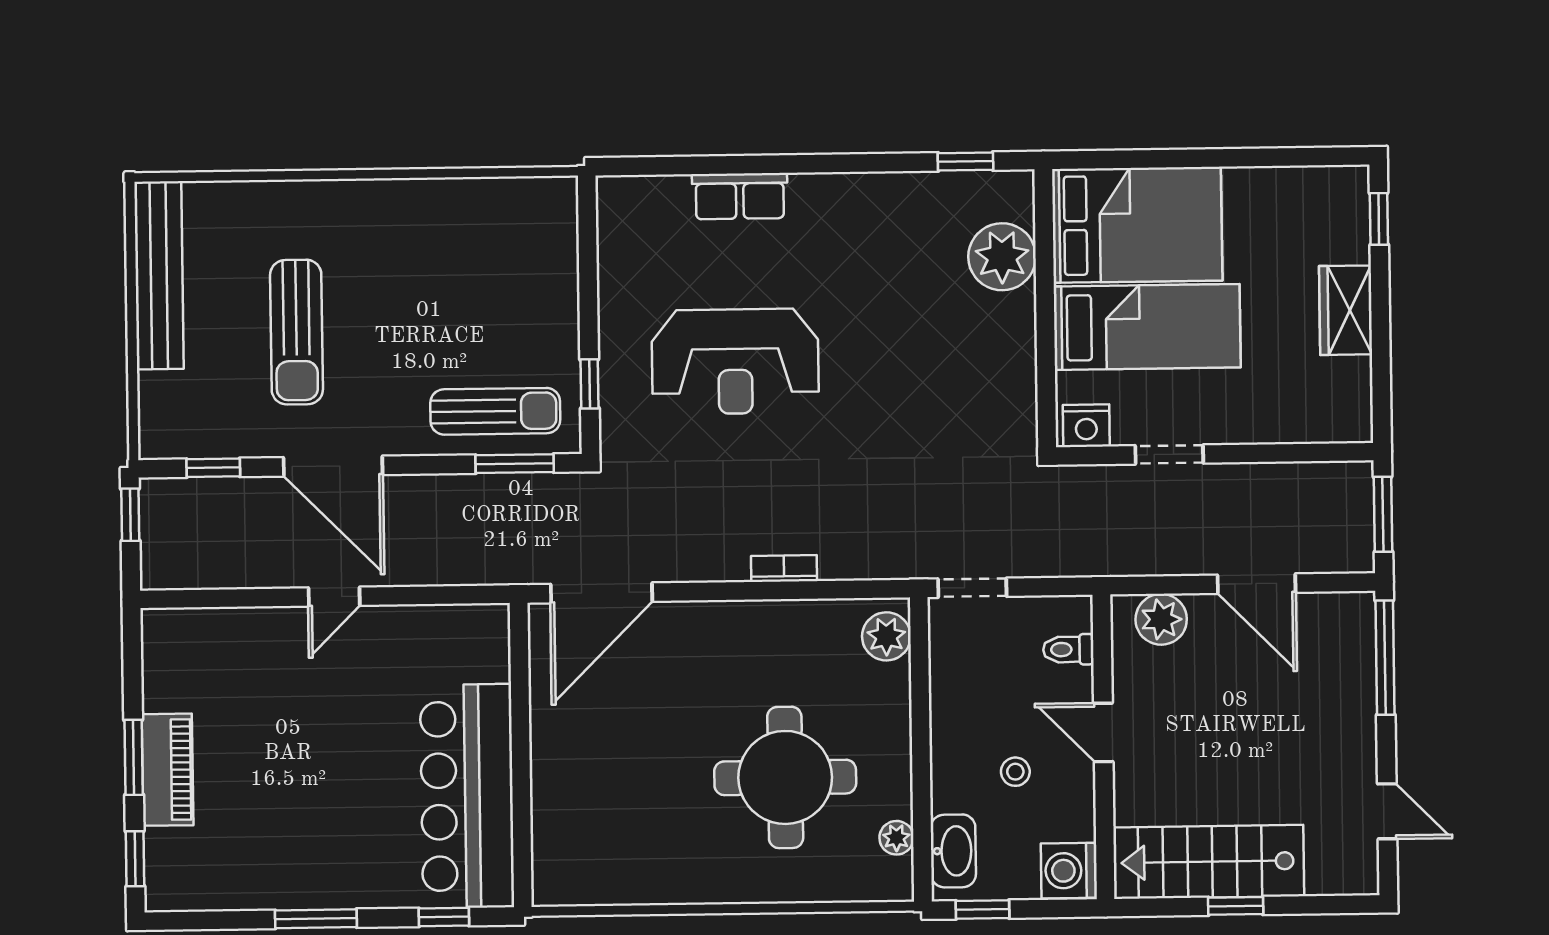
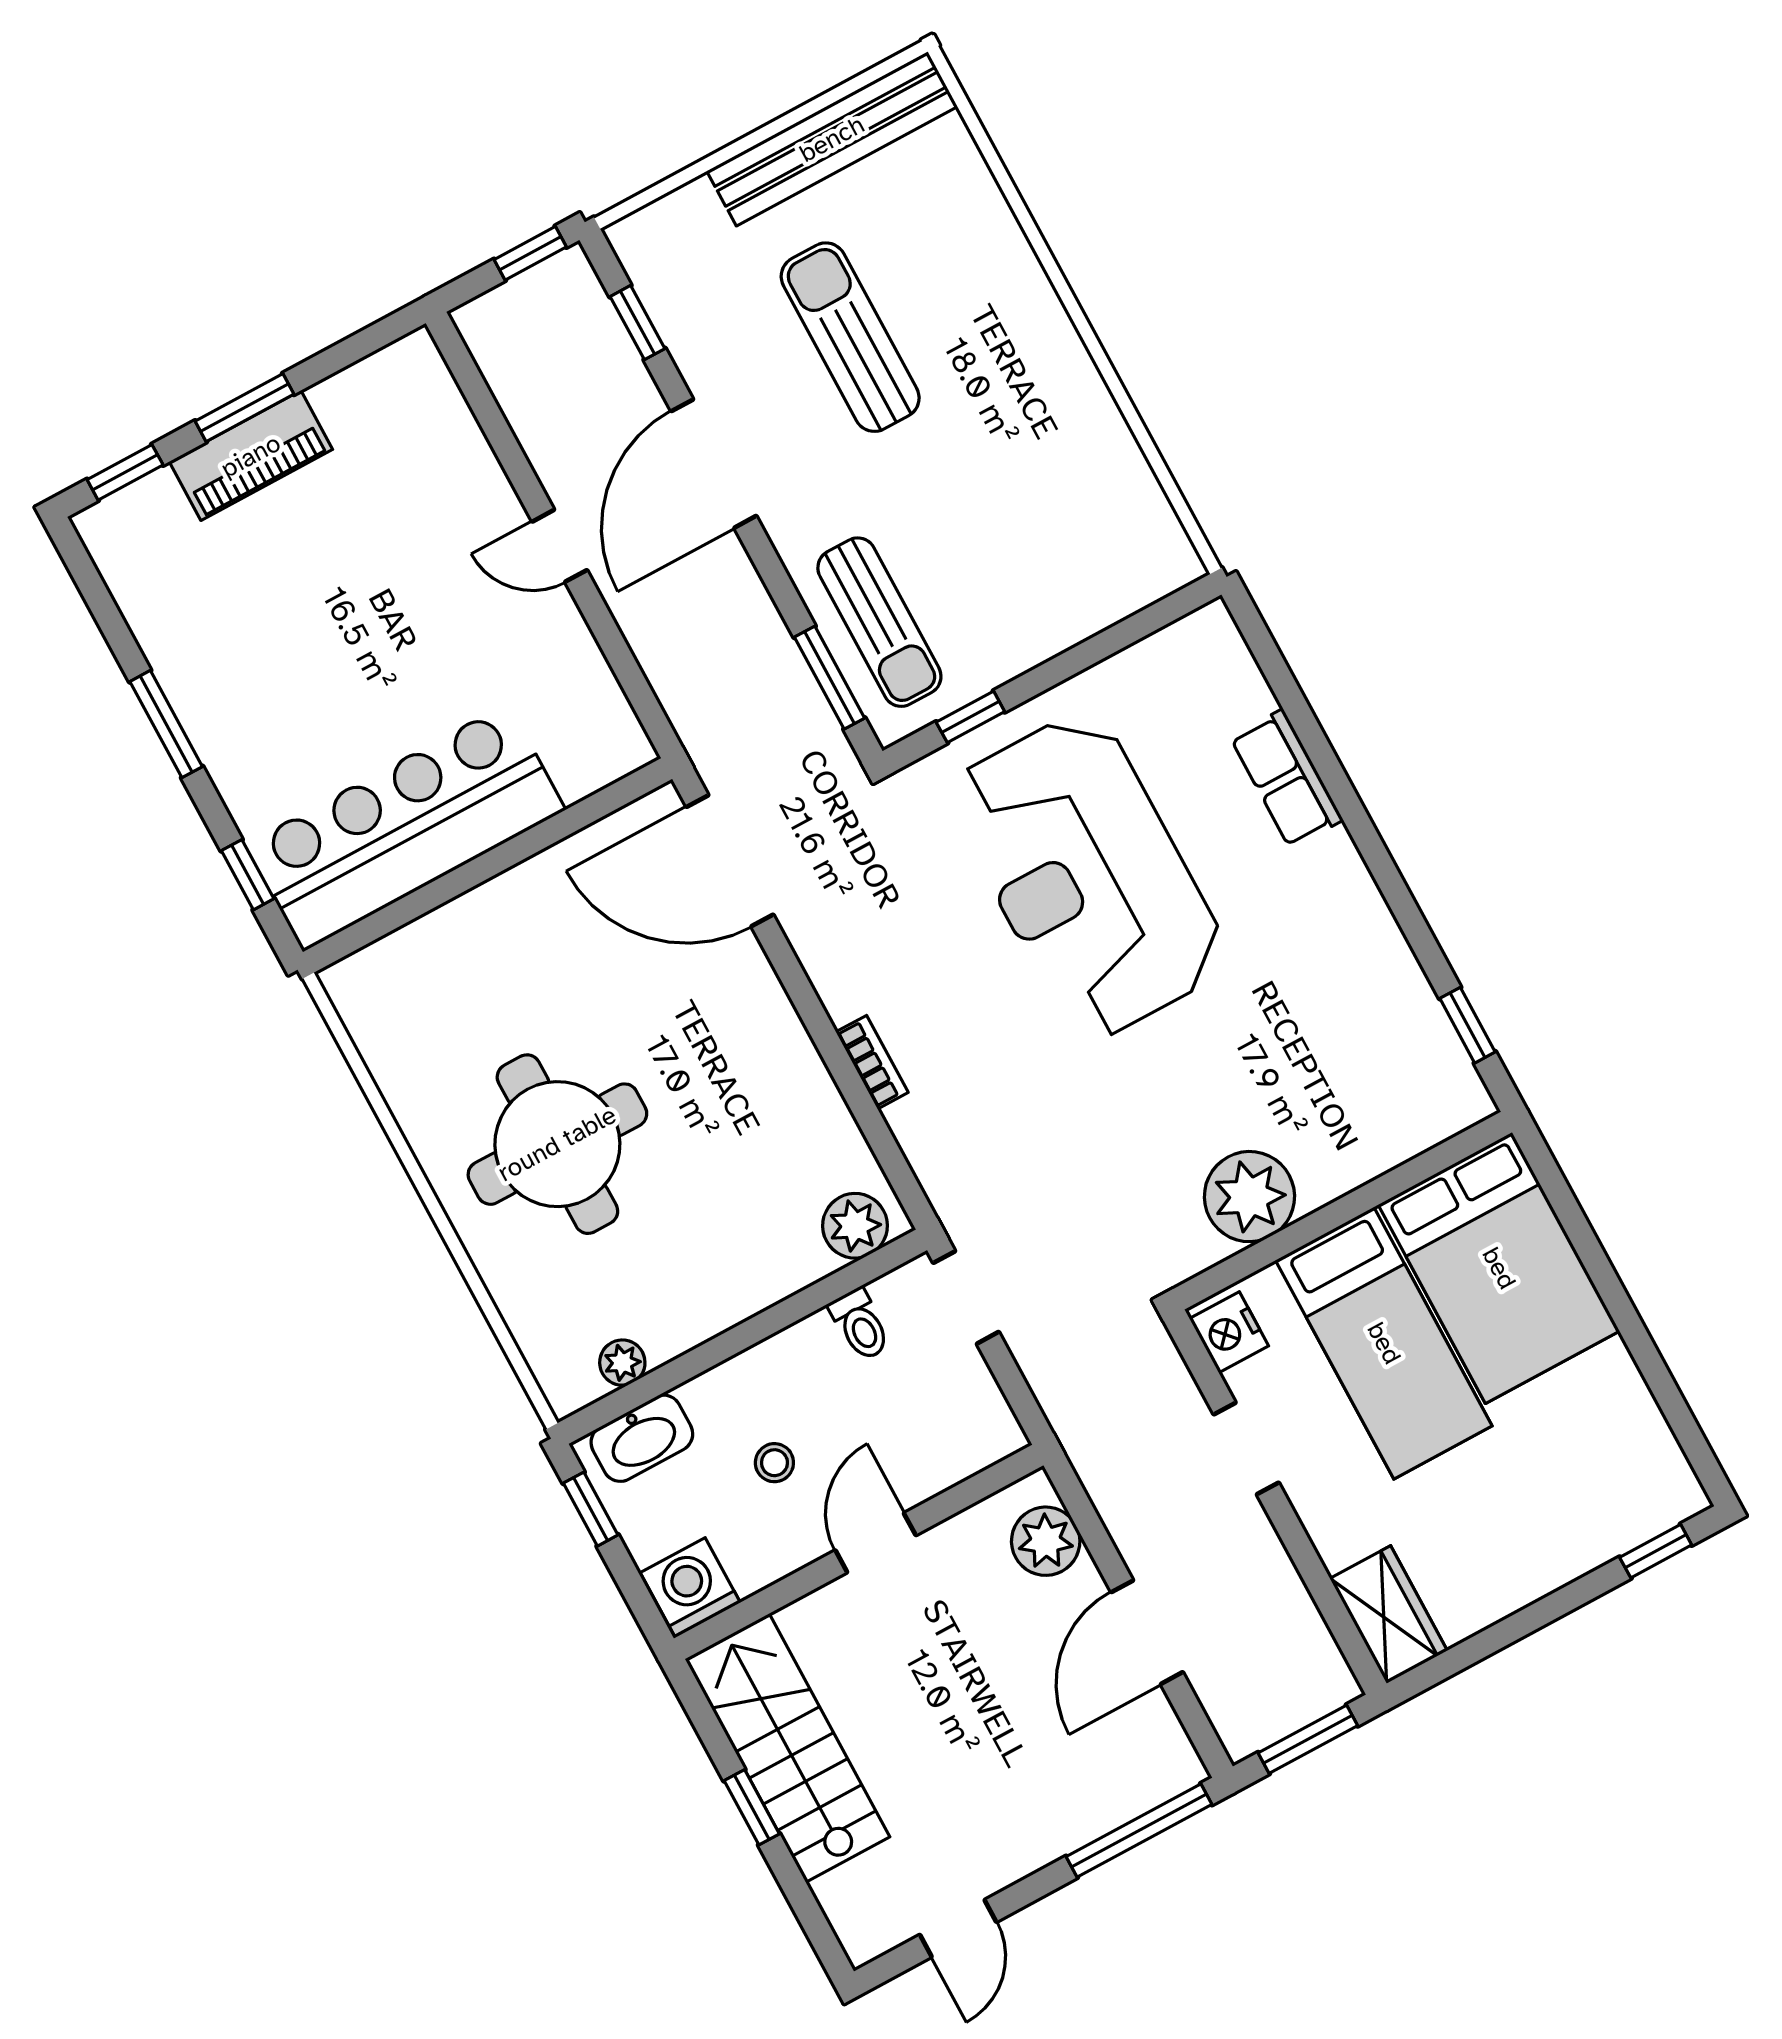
plant: (1002, 257) -> (1249, 1197), moved
wardrobe: (1346, 310) -> (1389, 1614), moved, turned 90
sun lounger: (297, 332) -> (850, 337), turned 90
reception desk: (735, 361) -> (1087, 876), width x1.36, depth x1.30
toilet: (1068, 649) -> (860, 1324), moved, turned 180
round table: (785, 777) -> (557, 1144), moved

